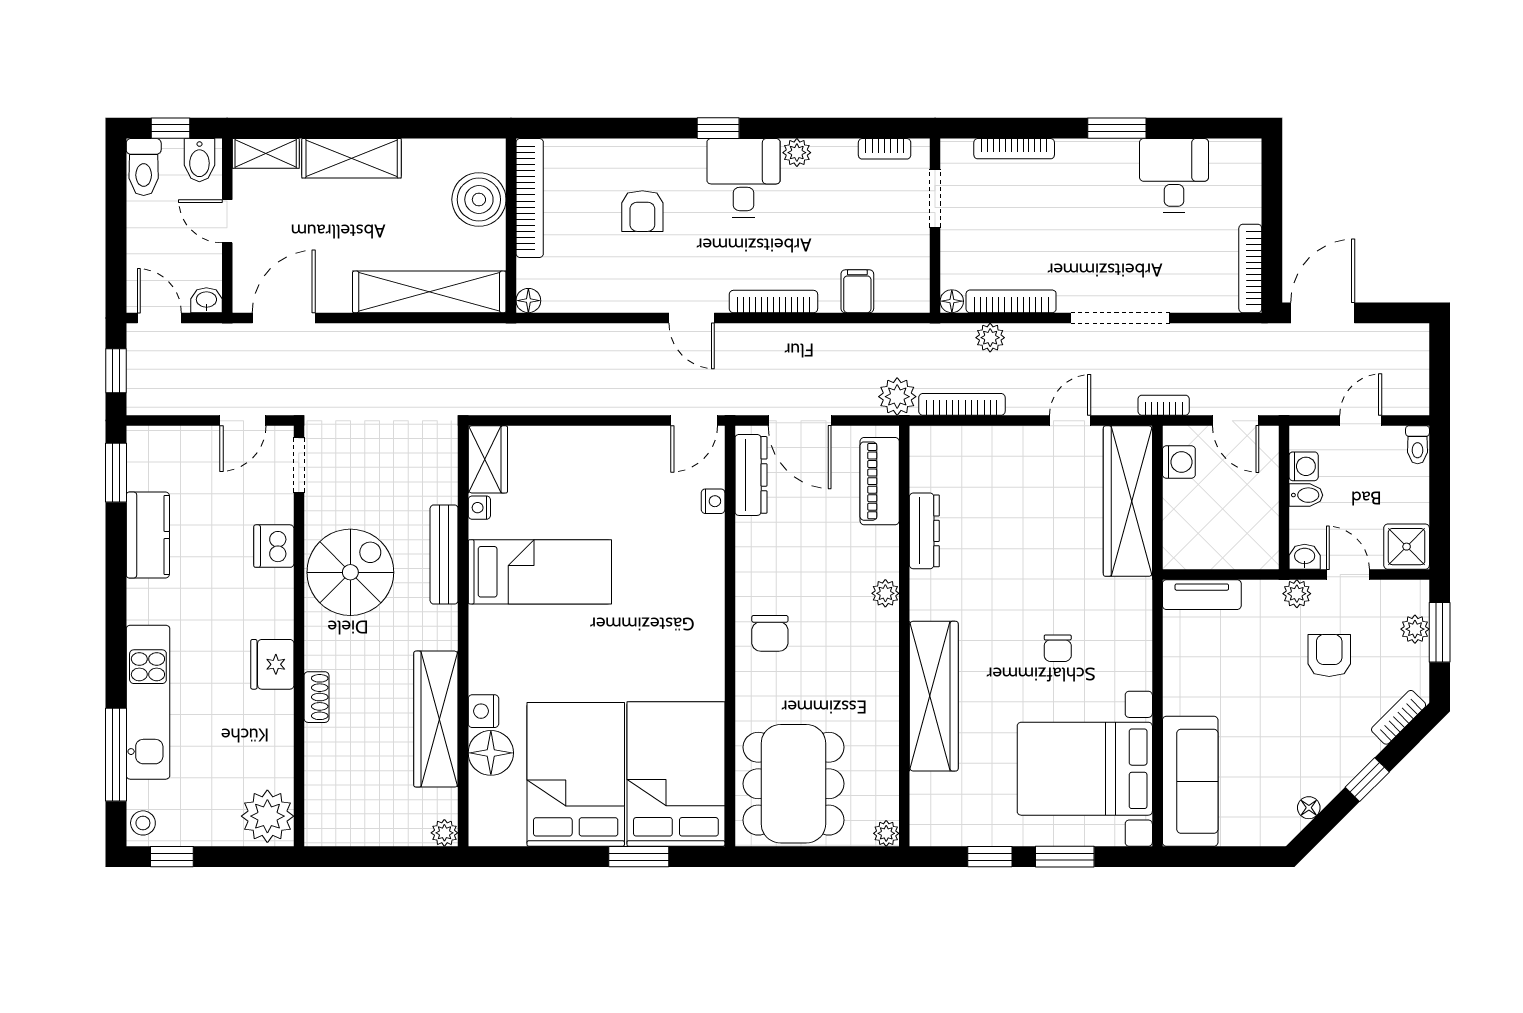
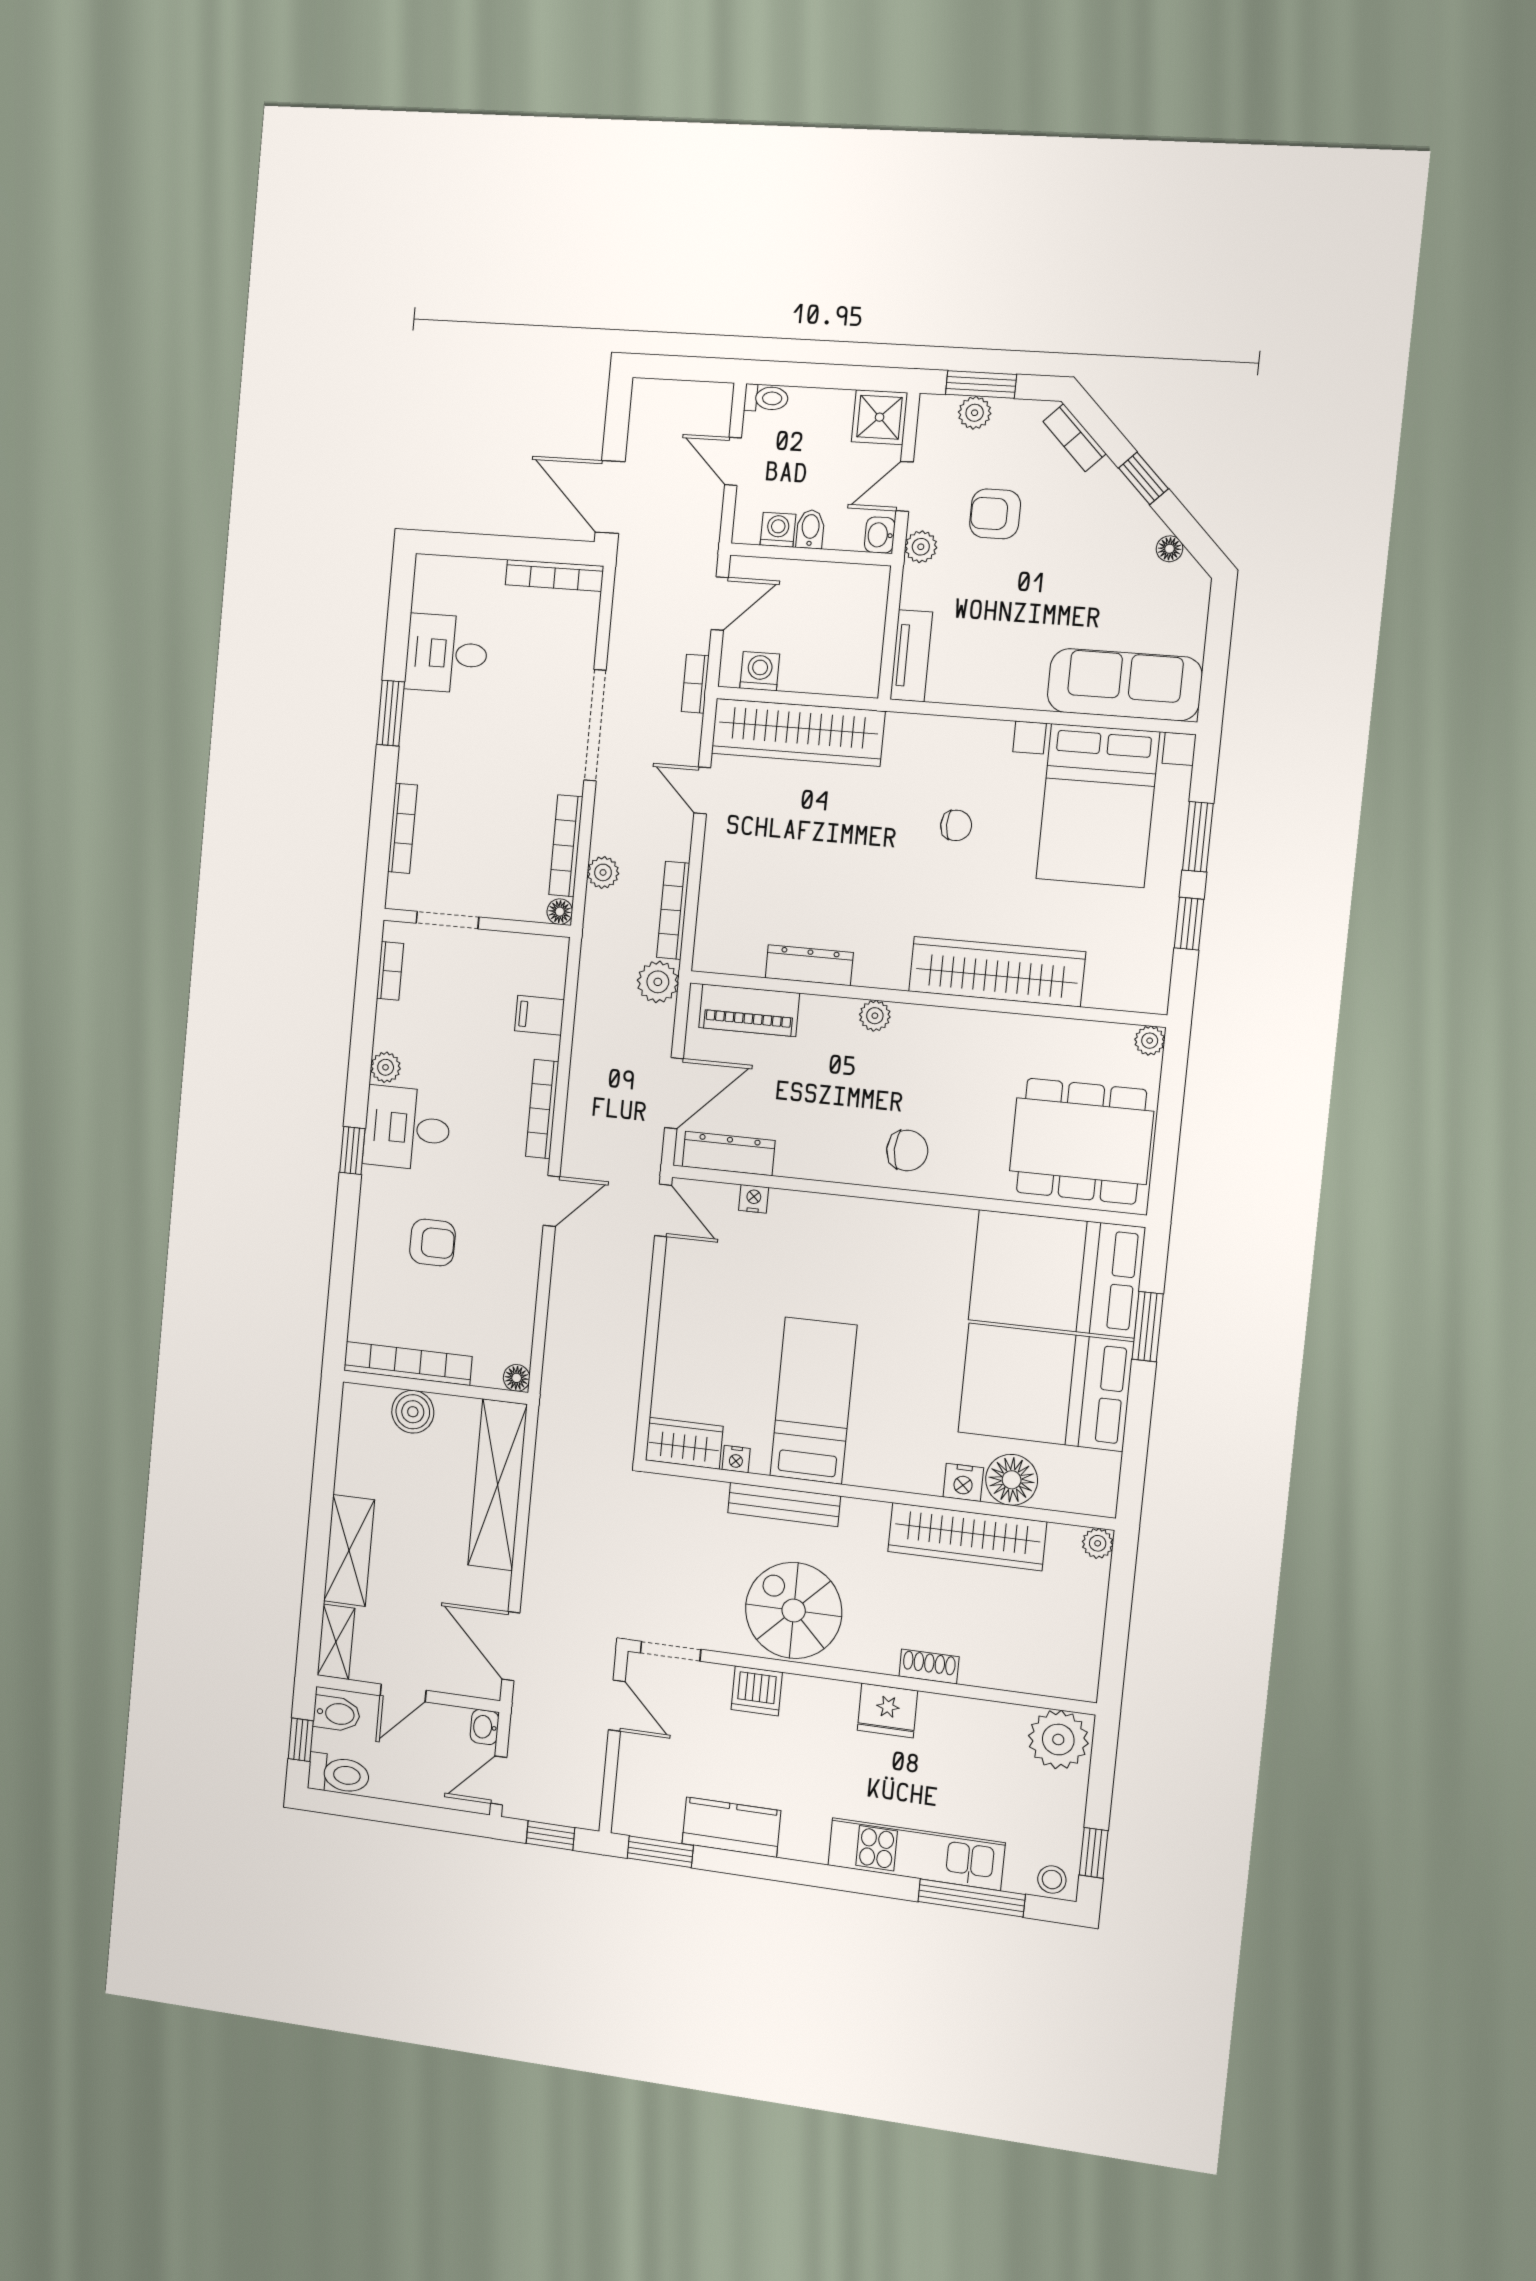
boiler: (479, 200) -> (413, 1412), width x0.73, depth x0.73

